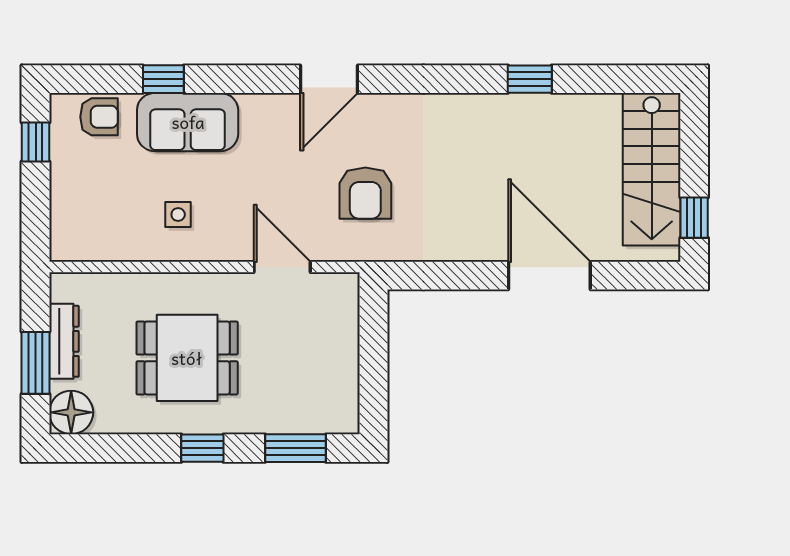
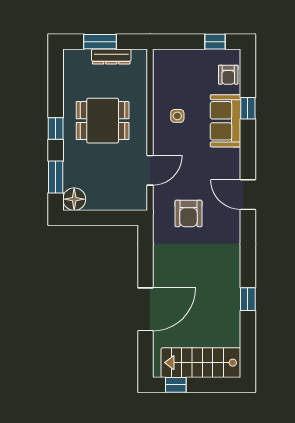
armchair: (365, 193) -> (188, 213), turned -90
dining table: (187, 358) -> (103, 121), turned 90
floor lamp: (71, 412) -> (74, 199), moved

